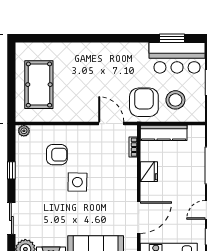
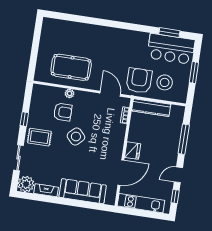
pool table: (39, 85) -> (71, 67), moved, turned 90
plant: (24, 131) -> (69, 93), moved
fridge: (149, 172) -> (133, 151), moved
side table: (77, 182) -> (76, 137), turned 45
rug: (33, 189) -> (39, 137), added

